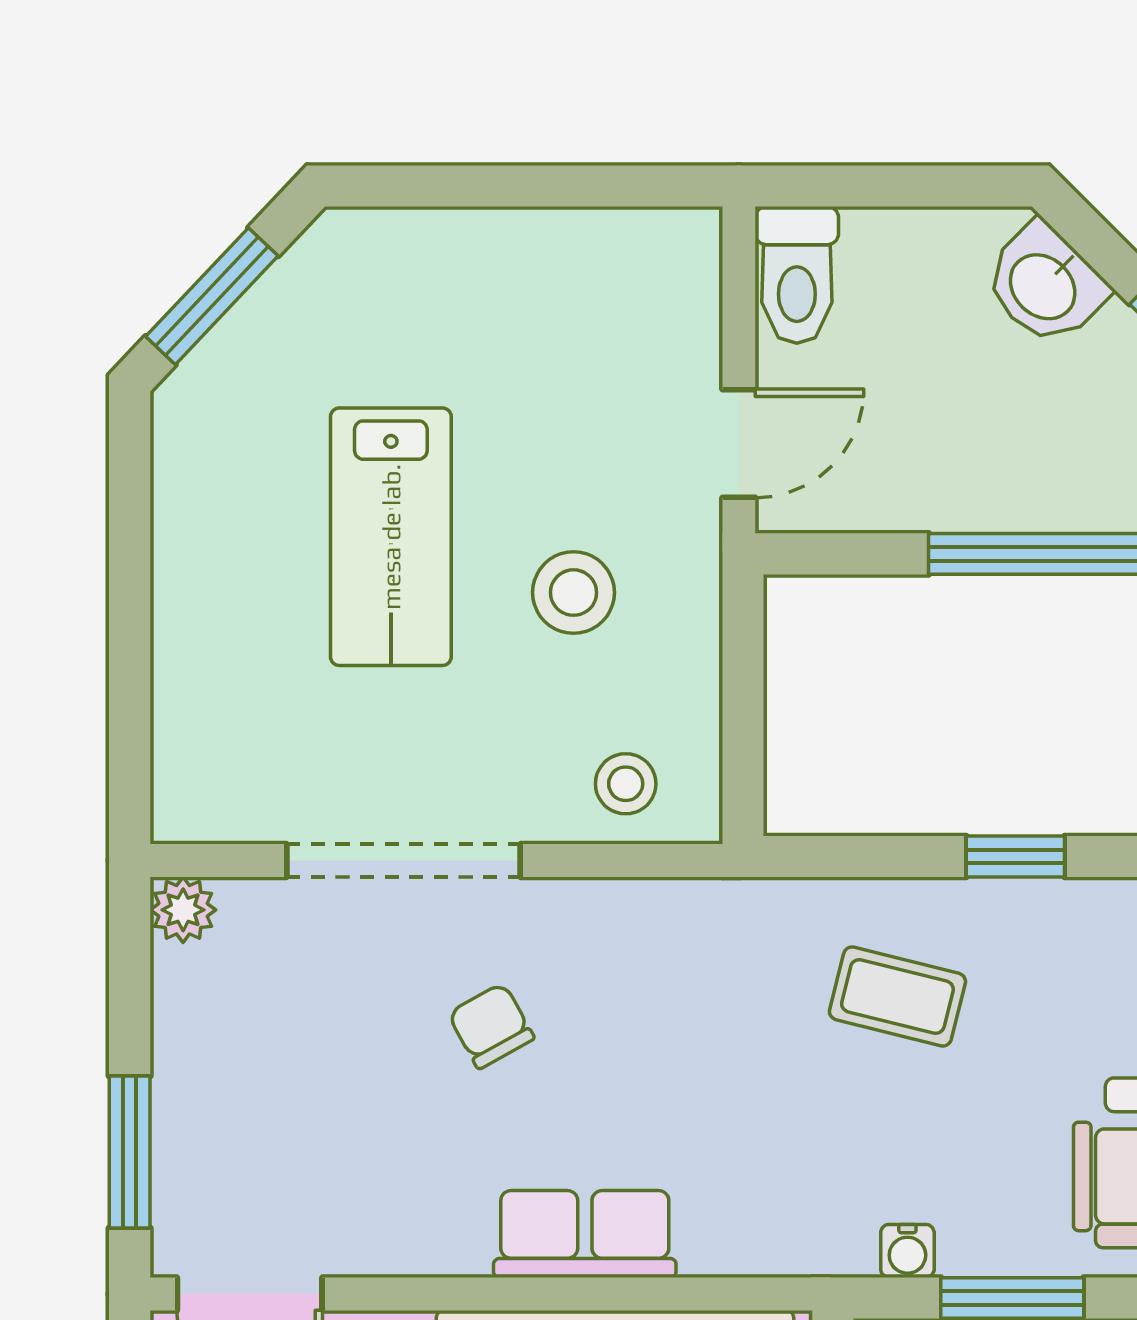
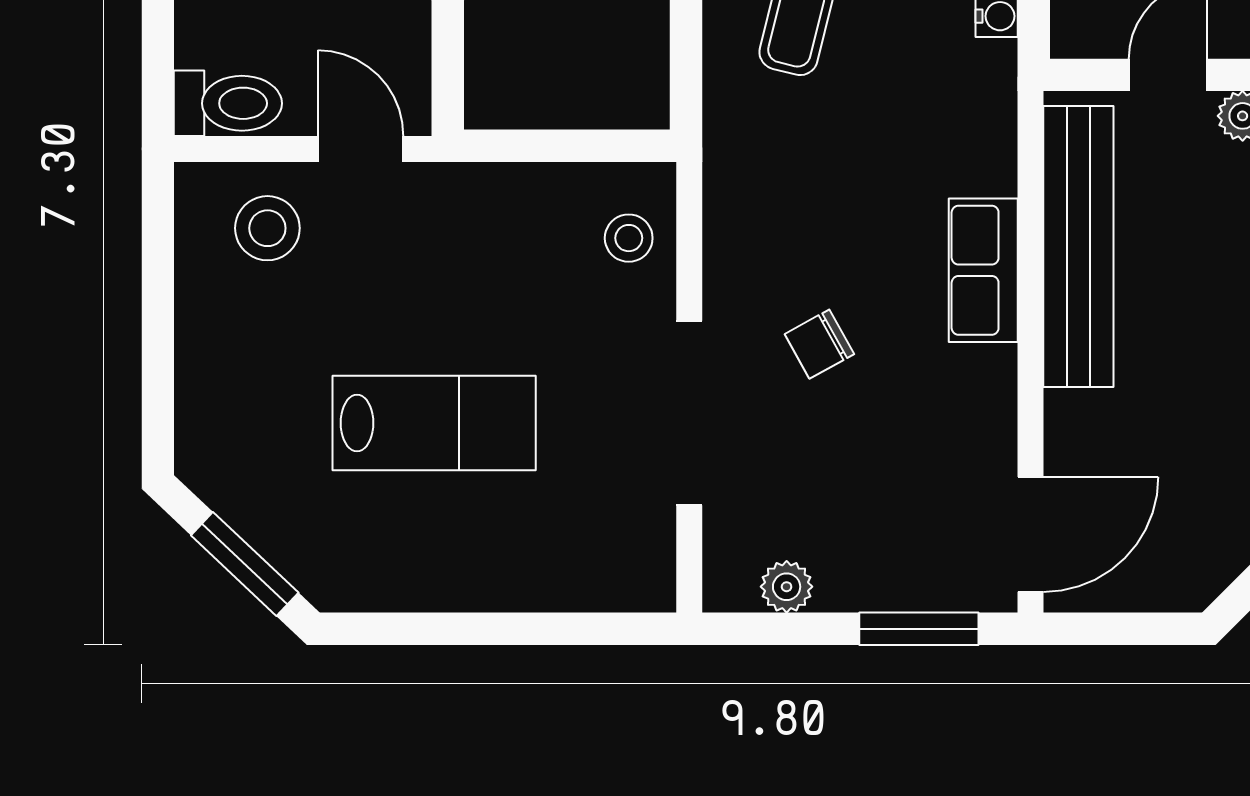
stool: (574, 593) -> (267, 228), moved
plant: (183, 910) -> (787, 587), moved

